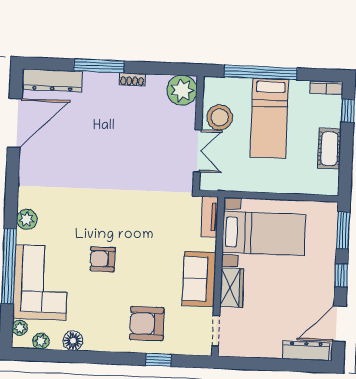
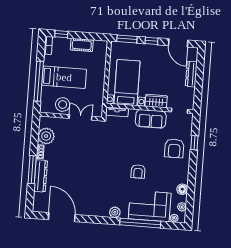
dresser: (53, 80) -> (41, 176), moved
plant: (182, 90) -> (46, 136), moved
dresser: (306, 351) -> (191, 74), moved

